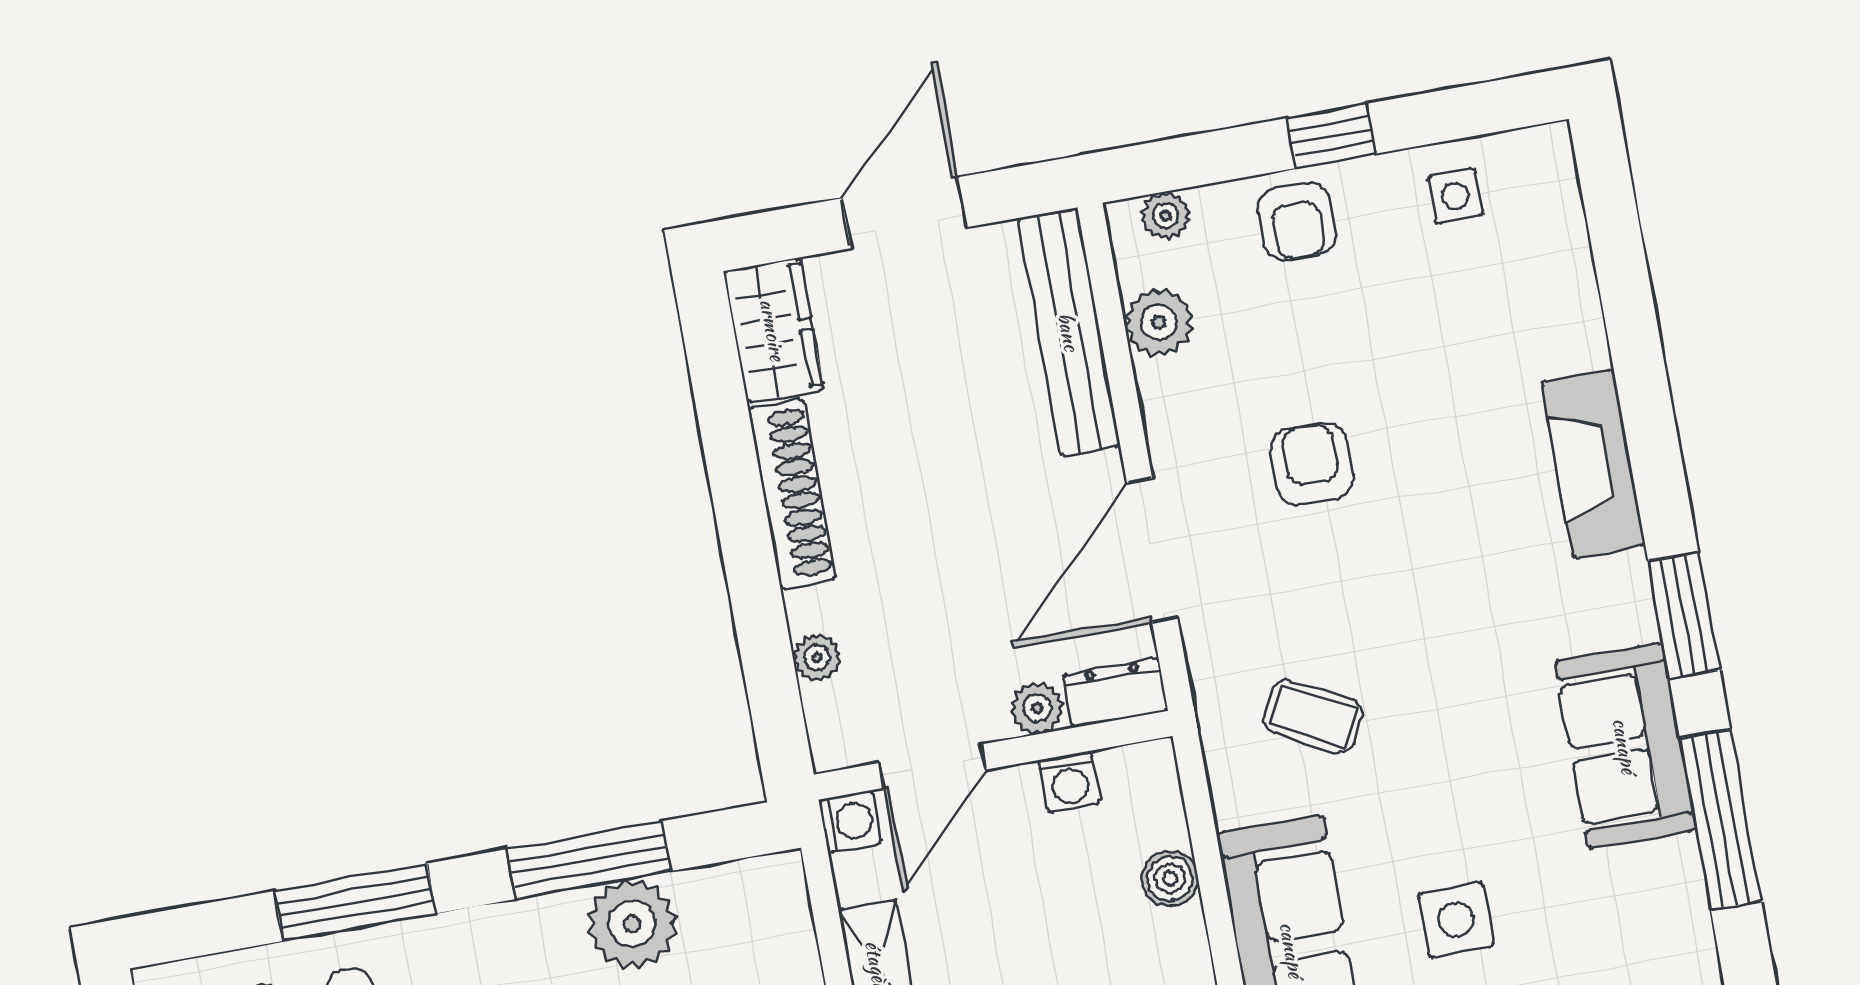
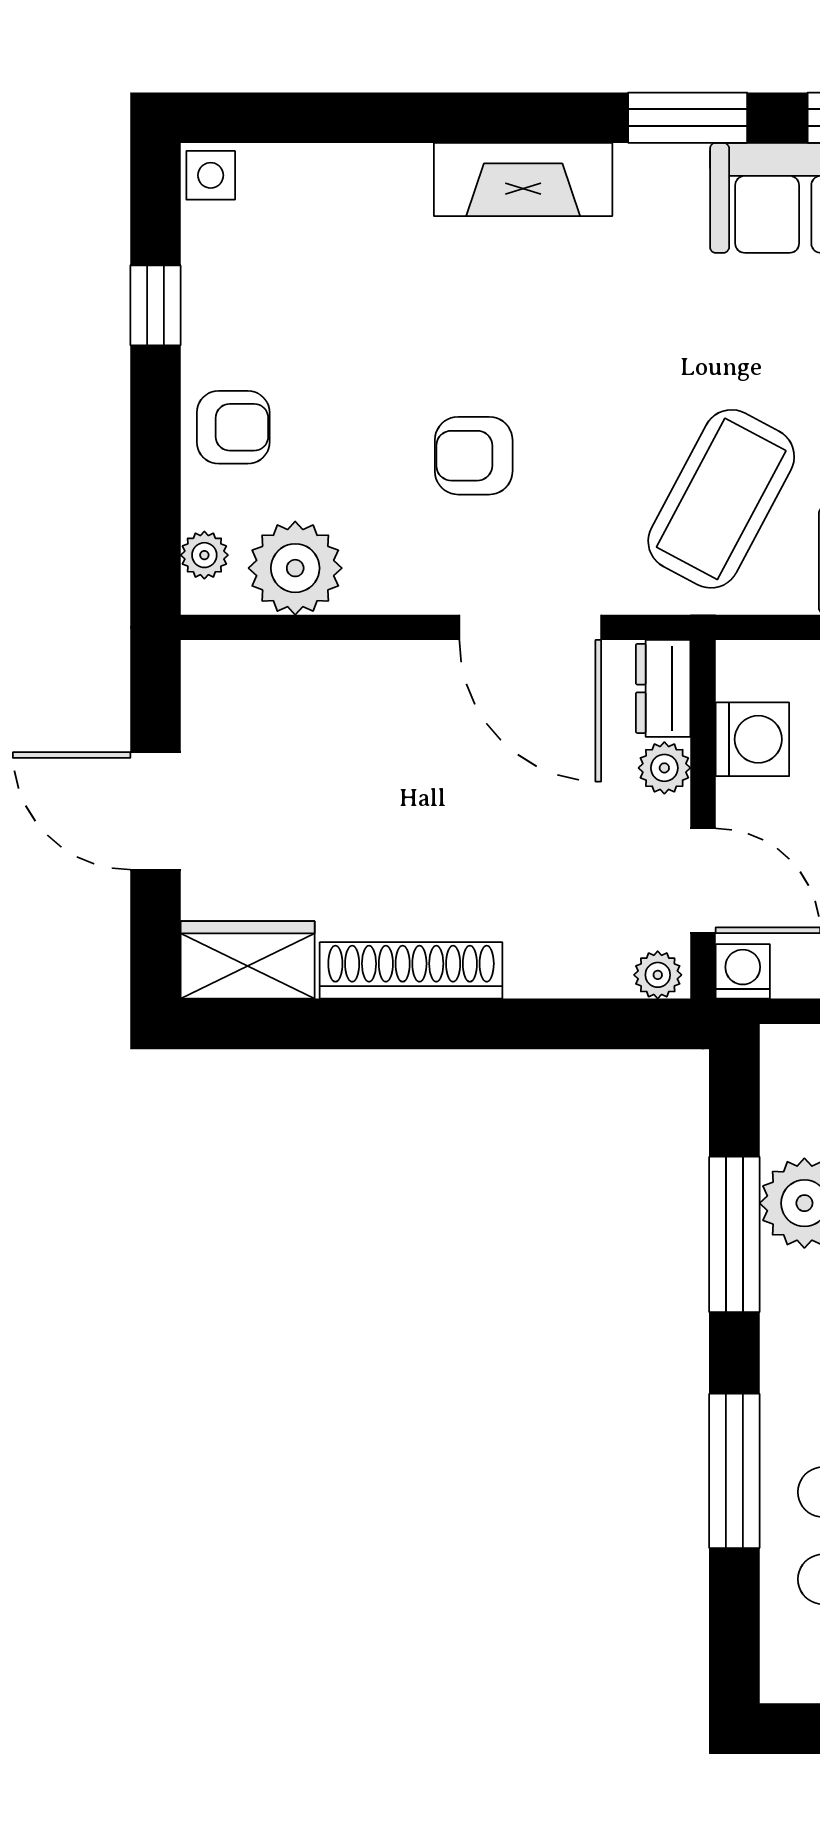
window: (1331, 136) -> (155, 305), moved
side table: (1456, 196) -> (211, 175), moved
plant: (1159, 322) -> (295, 568), width x1.36, depth x1.36
bench: (1069, 332) -> (302, 670), removed
plant: (817, 658) -> (658, 975), moved
coffee table: (1313, 716) -> (721, 499), width x1.86, depth x1.72
washing machine: (1069, 782) -> (752, 739), width x1.38, depth x1.38

